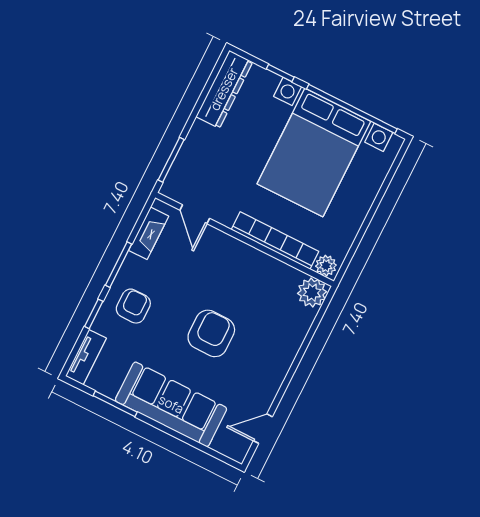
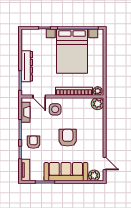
dresser: (224, 89) -> (27, 66), moved
side table: (215, 259) -> (55, 109), added
door: (263, 429) -> (105, 164), swing flipped
plant: (227, 443) -> (94, 175), added

